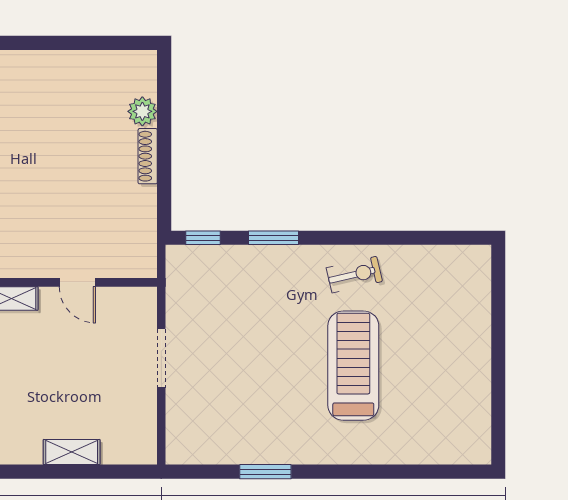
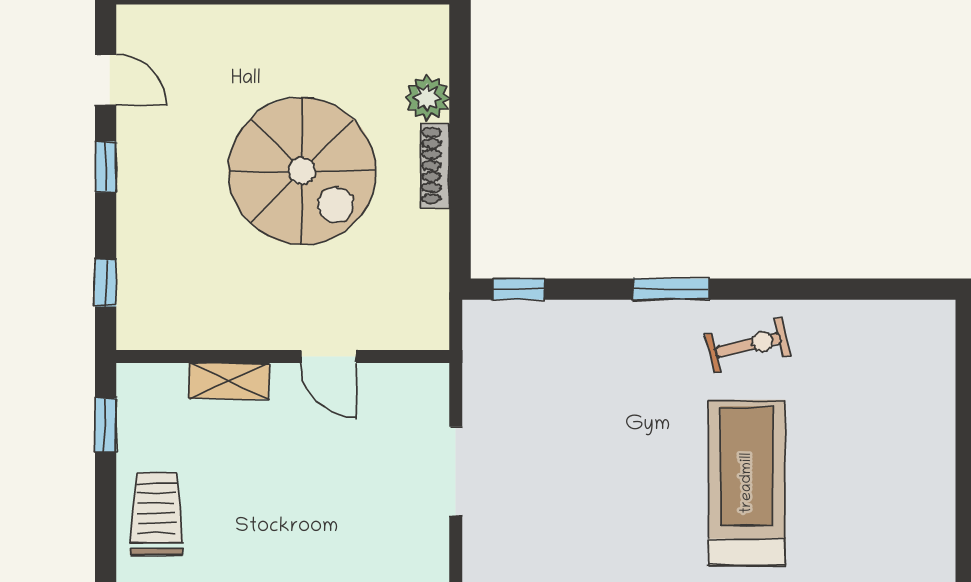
spiral stairs: (60, 160) -> (302, 171), added
window: (274, 238) -> (671, 289), moved

